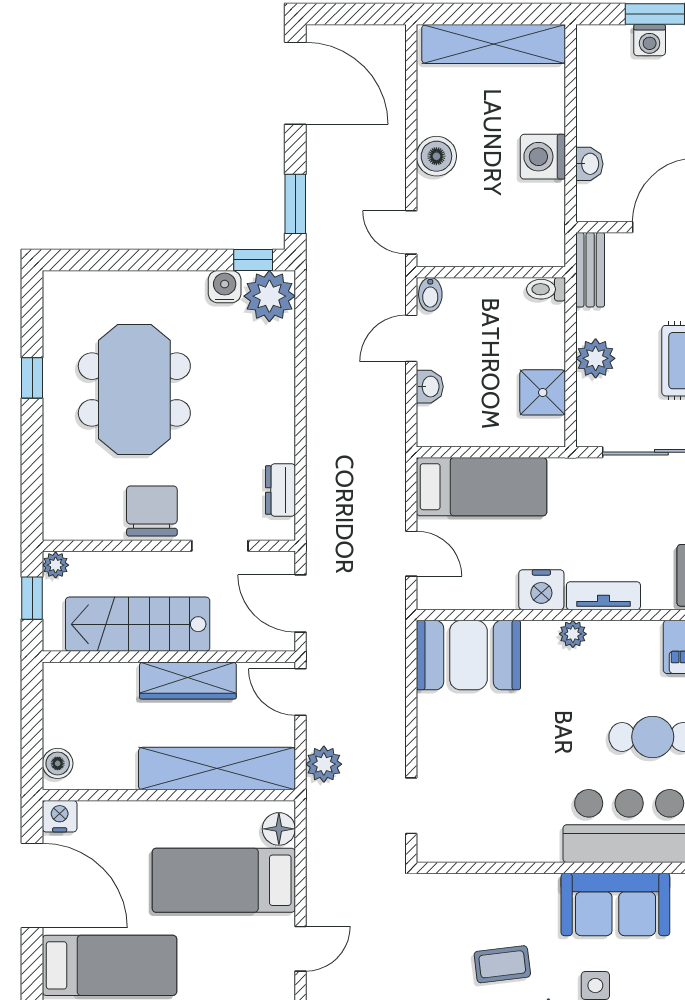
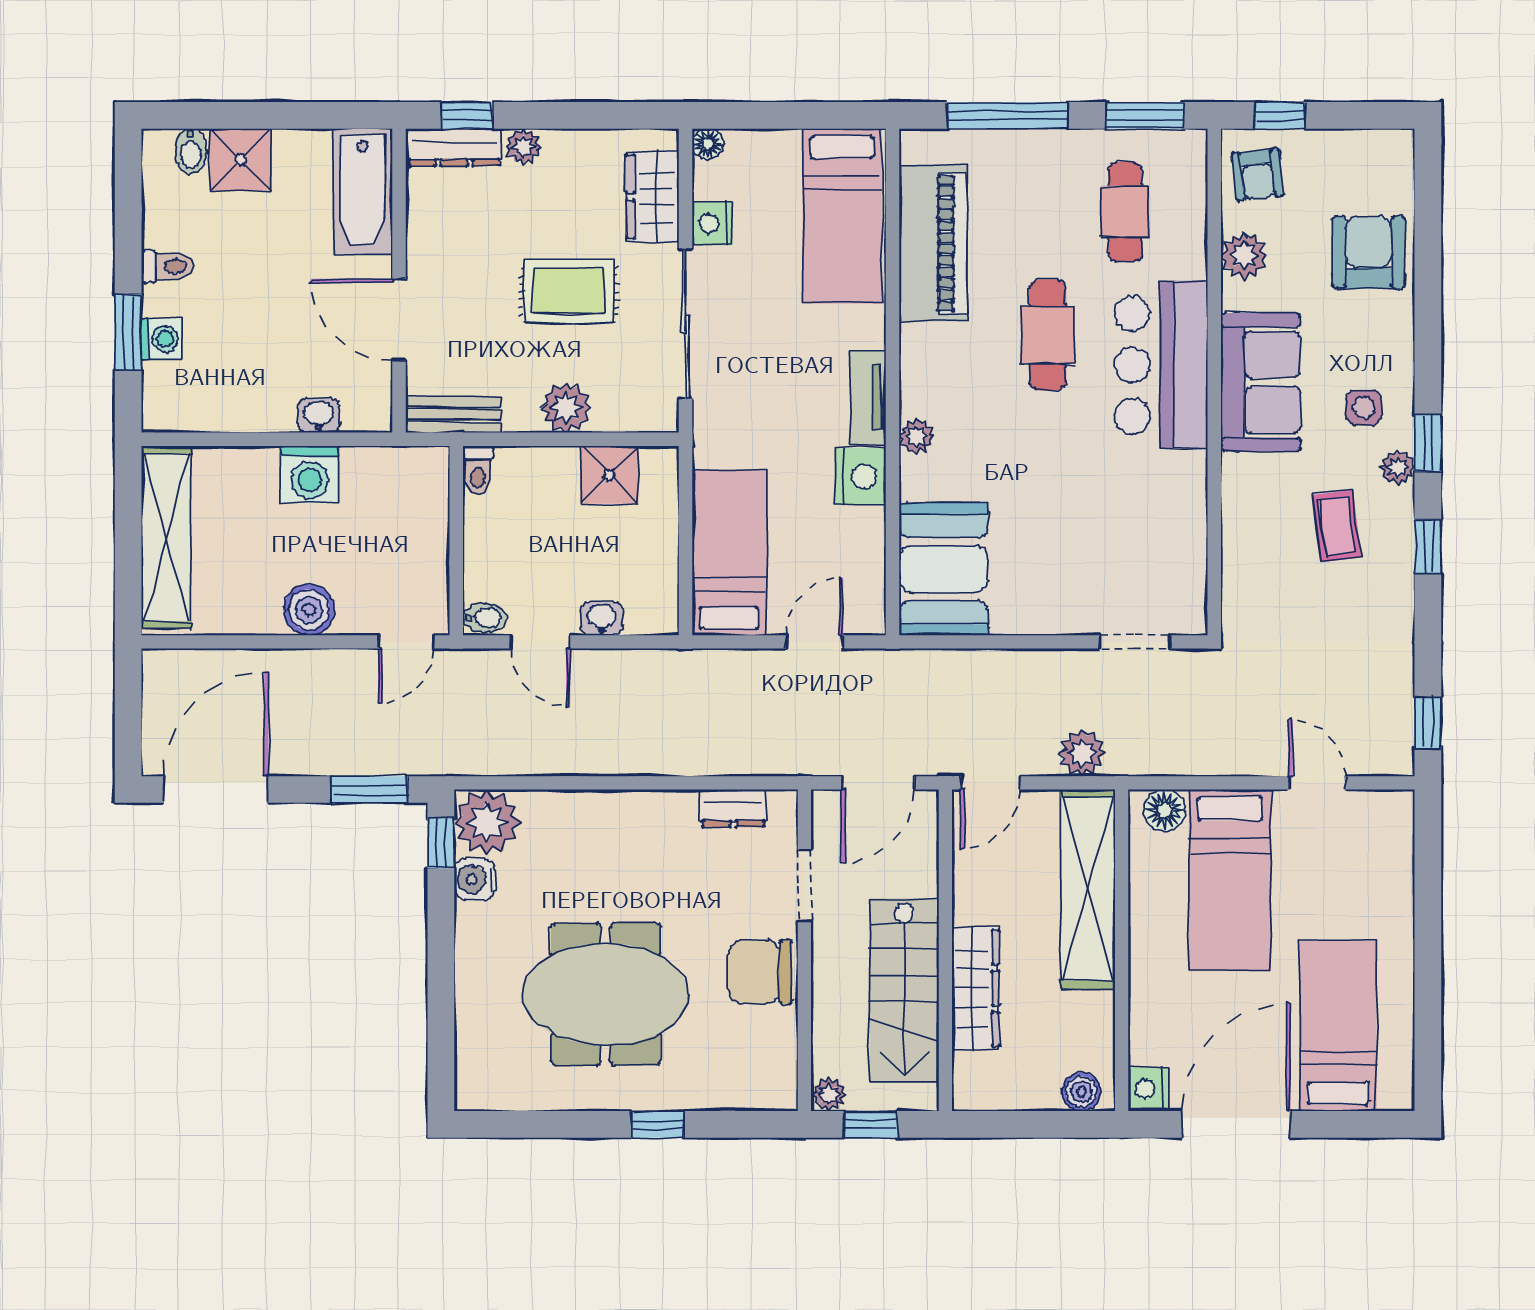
window: (32, 378) -> (658, 1124), moved
wardrobe: (188, 680) -> (976, 988), moved

